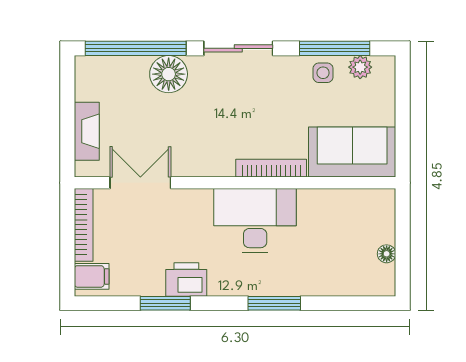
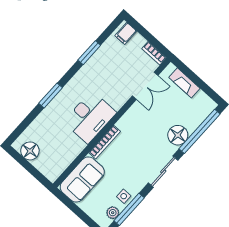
bookcase: (84, 225) -> (154, 53), width x0.64
floor lamp: (387, 254) -> (30, 151), width x1.89, depth x1.89
printer: (186, 279) -> (91, 69), removed

